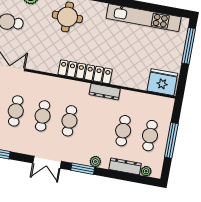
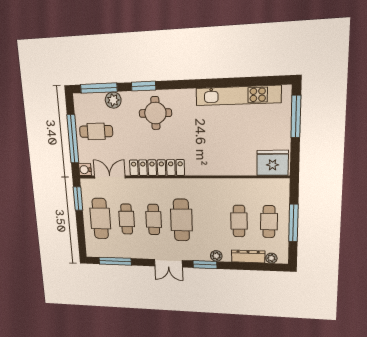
locker: (85, 72) -> (157, 168), moved
dresser: (105, 92) -> (211, 184), removed
cafe table: (69, 121) -> (181, 220), width x1.37, depth x1.35

